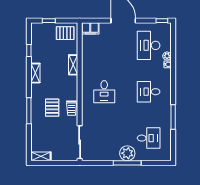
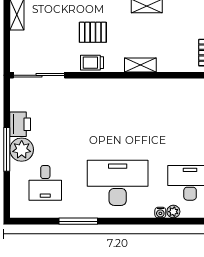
shelving: (73, 65) -> (140, 65), moved
desk: (104, 92) -> (118, 114), removed
desk: (149, 92) -> (118, 183), width x1.87, depth x1.30
printer: (111, 154) -> (20, 124), added

